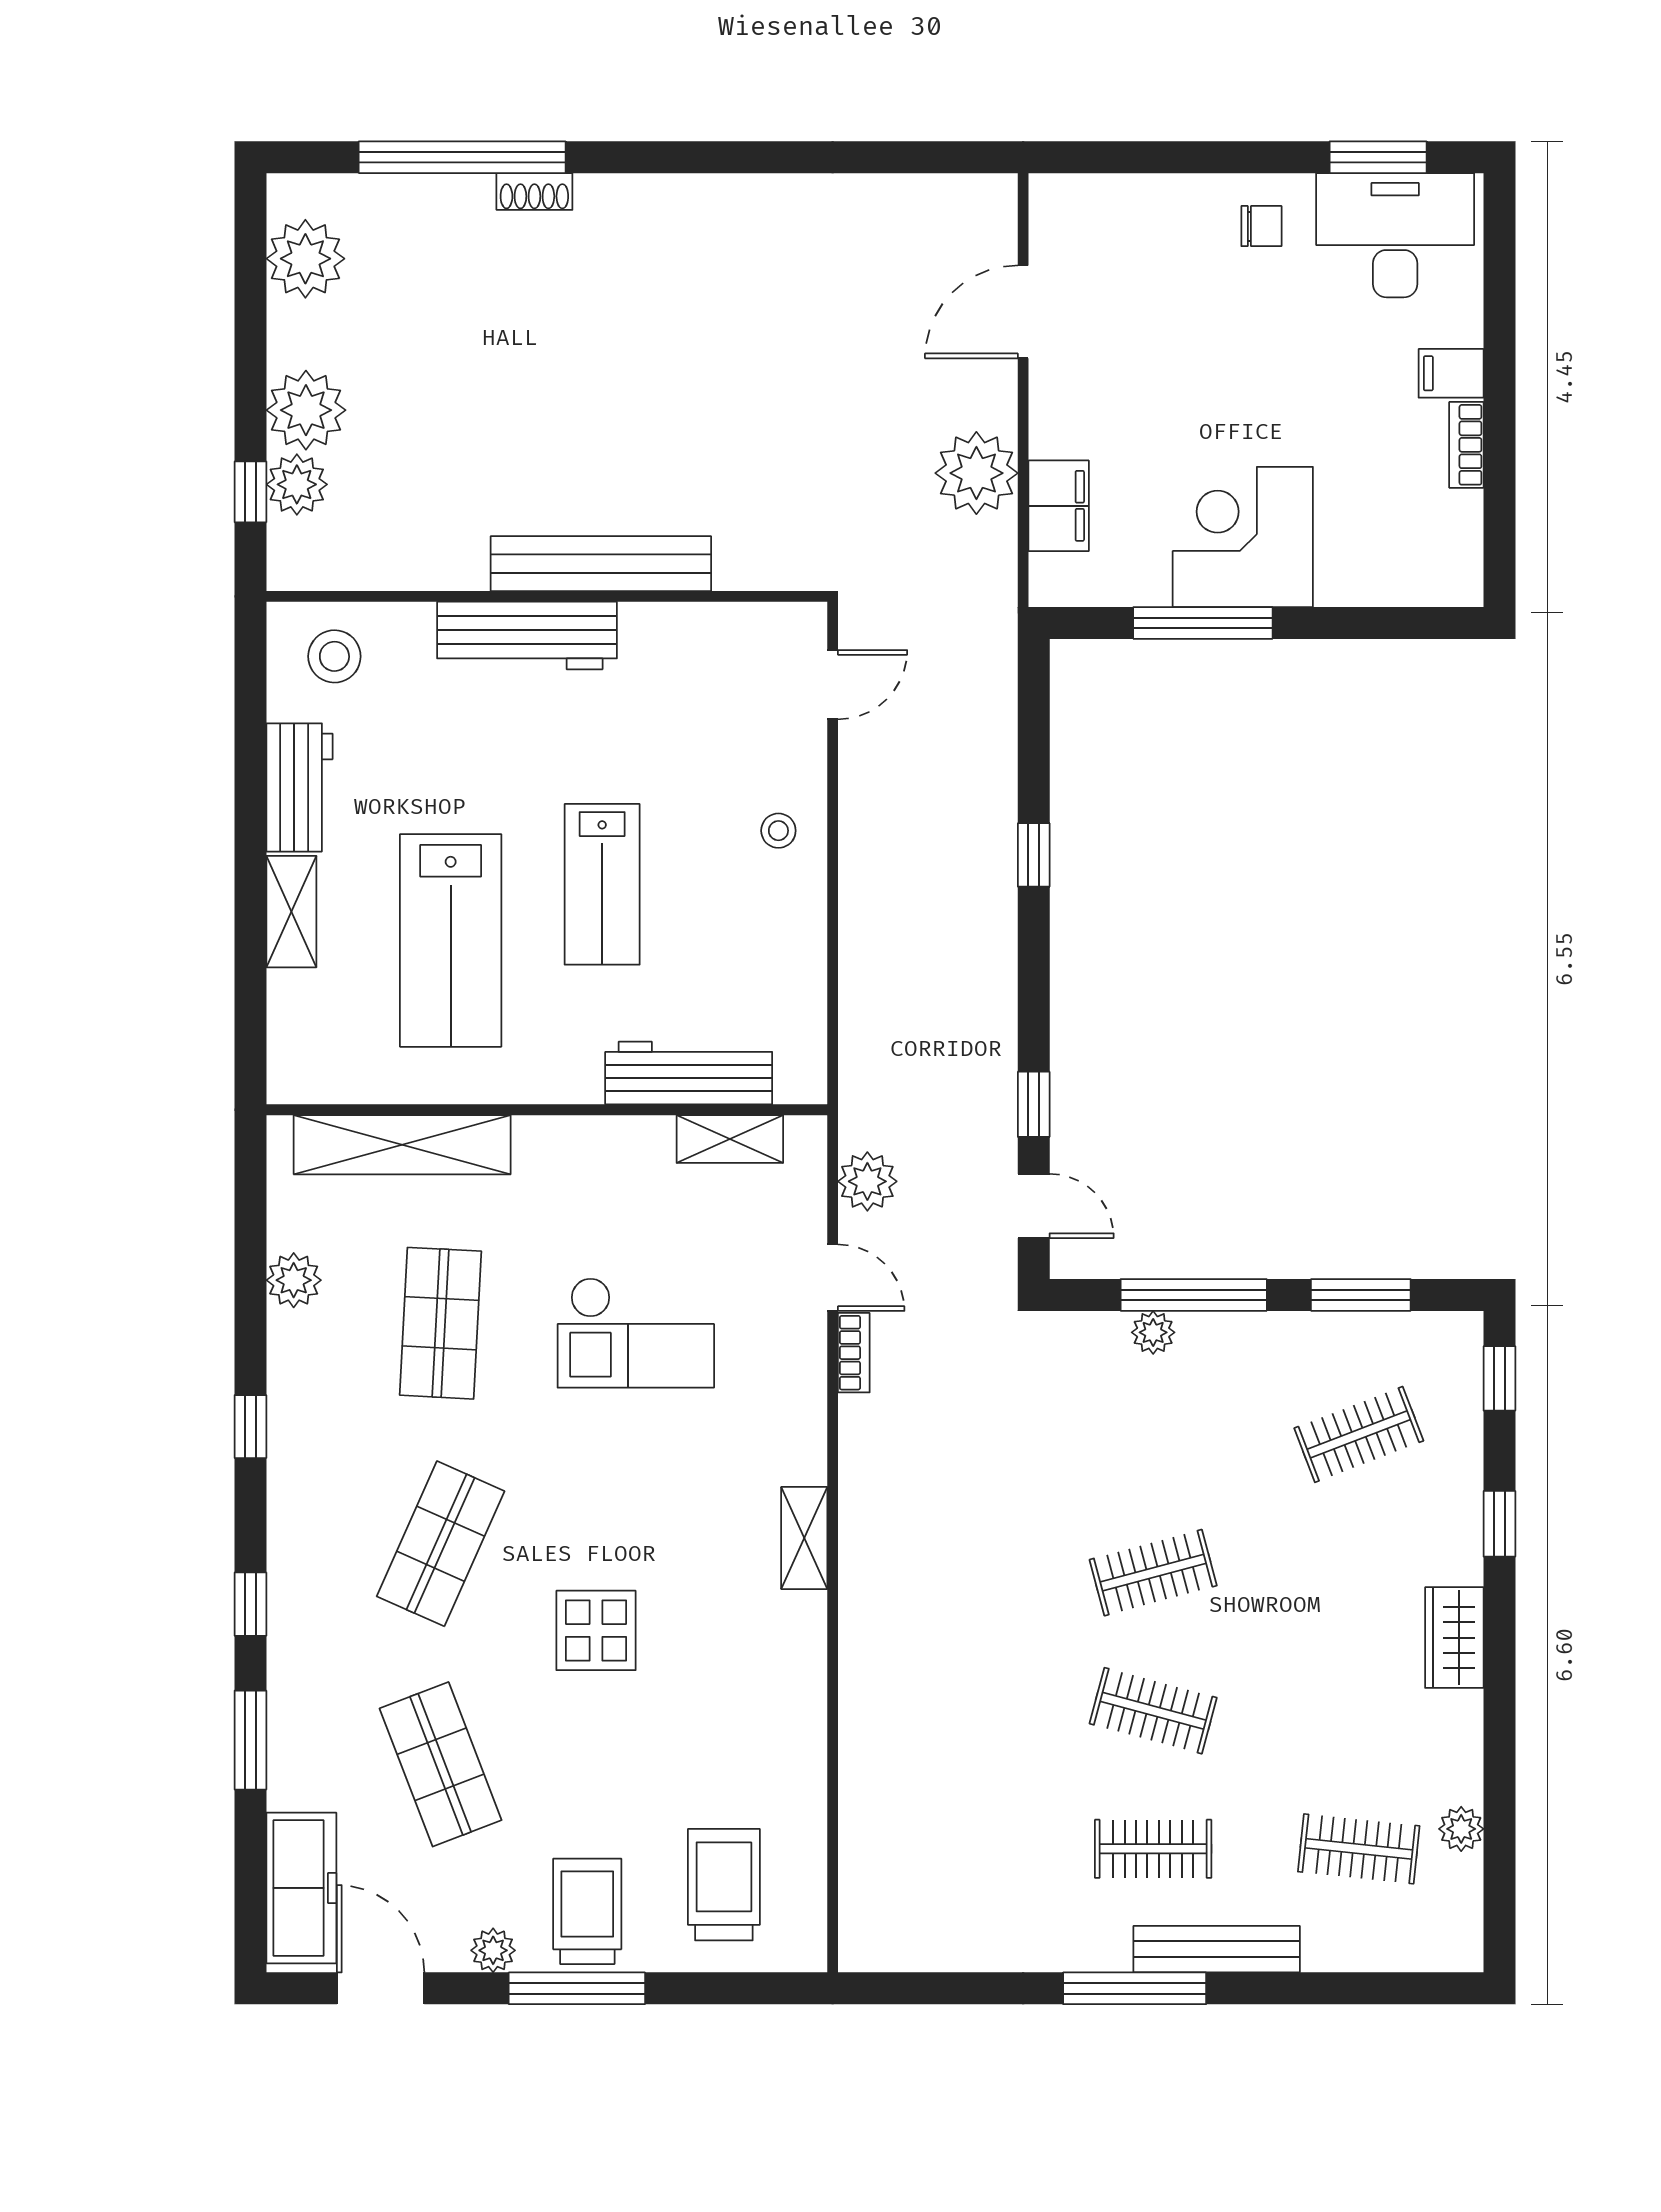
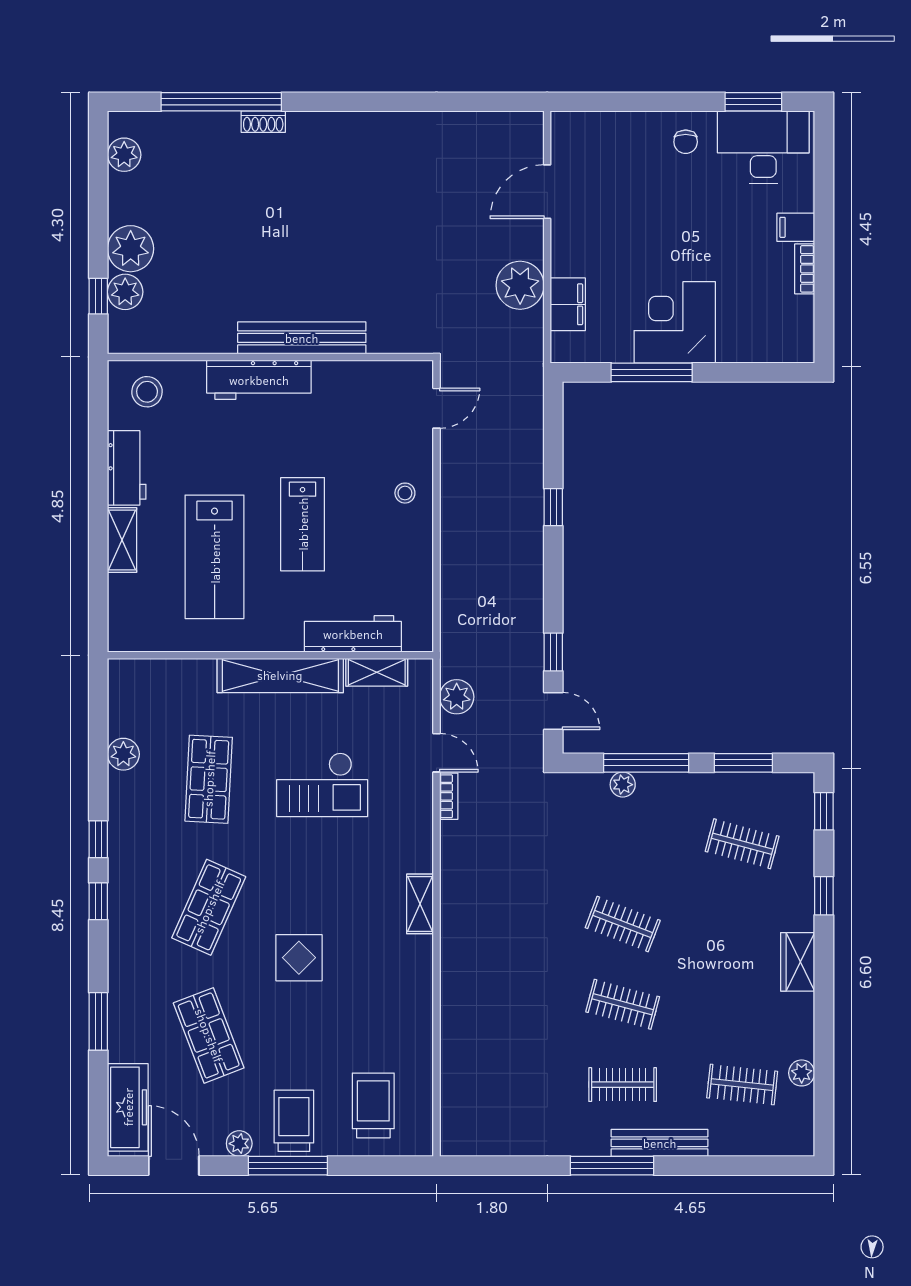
chair: (1261, 226) -> (686, 142), turned 90
plant: (305, 259) -> (124, 155), width x0.73, depth x0.73
shelving: (402, 1145) -> (280, 675), moved
clothes rail: (1359, 1434) -> (742, 844), turned 36
clothes rail: (1153, 1573) -> (623, 924), turned 36
window: (250, 1604) -> (98, 901), moved

